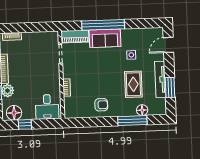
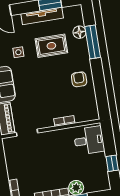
floor lamp: (14, 113) -> (100, 177), removed

